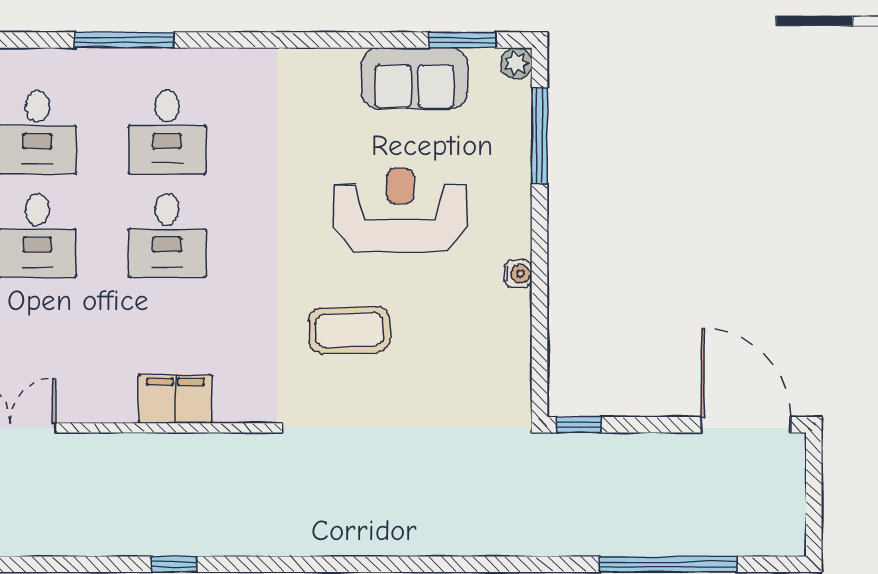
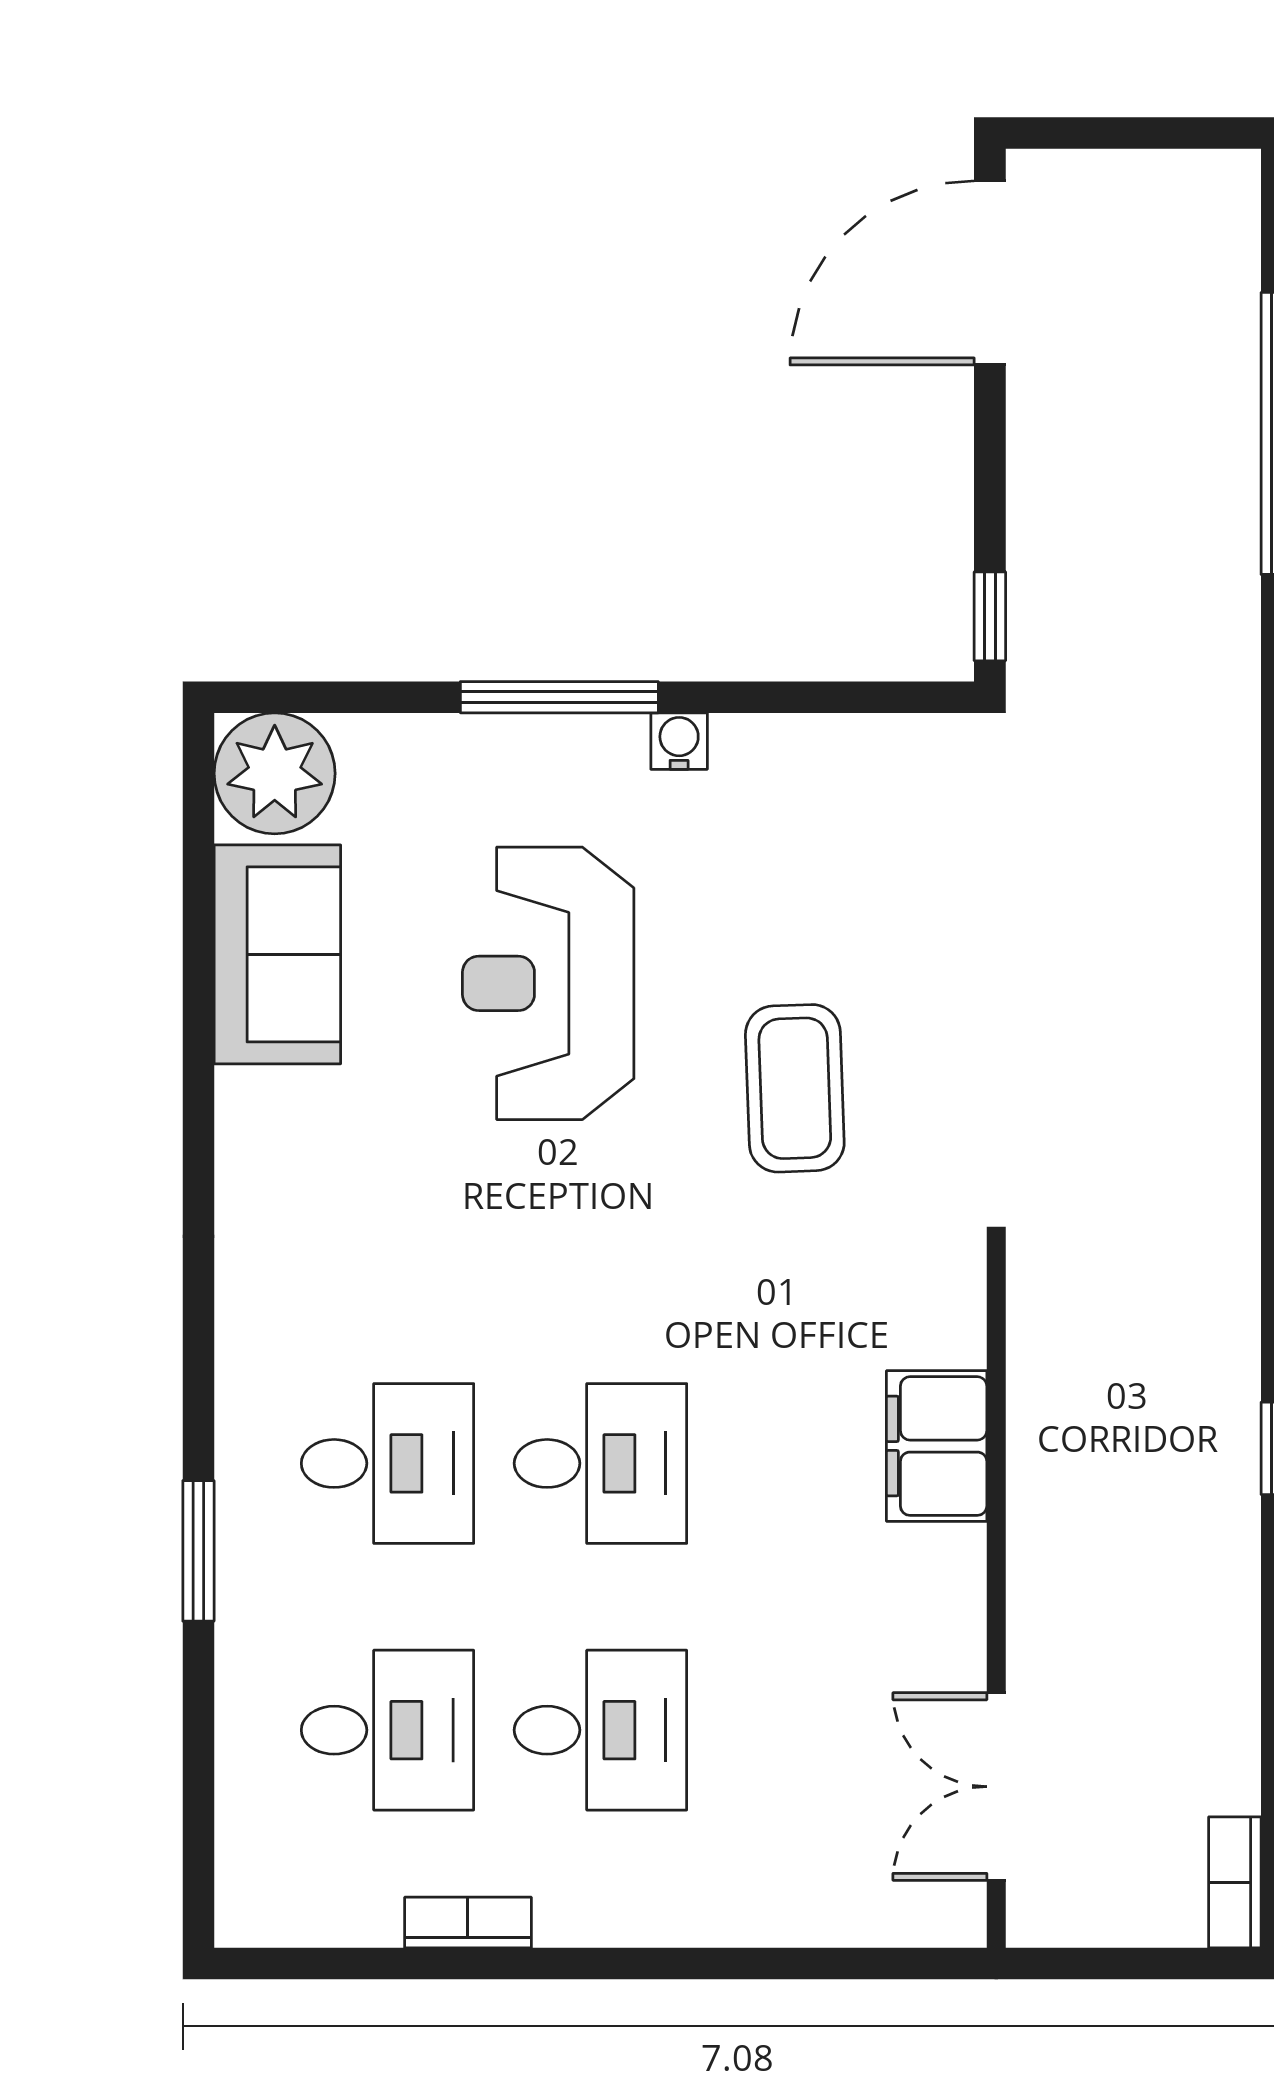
window: (124, 40) -> (198, 1551), width x0.69
window: (462, 40) -> (198, 856), removed
plant: (516, 63) -> (275, 773), width x1.88, depth x1.88
window: (540, 136) -> (559, 697), moved

